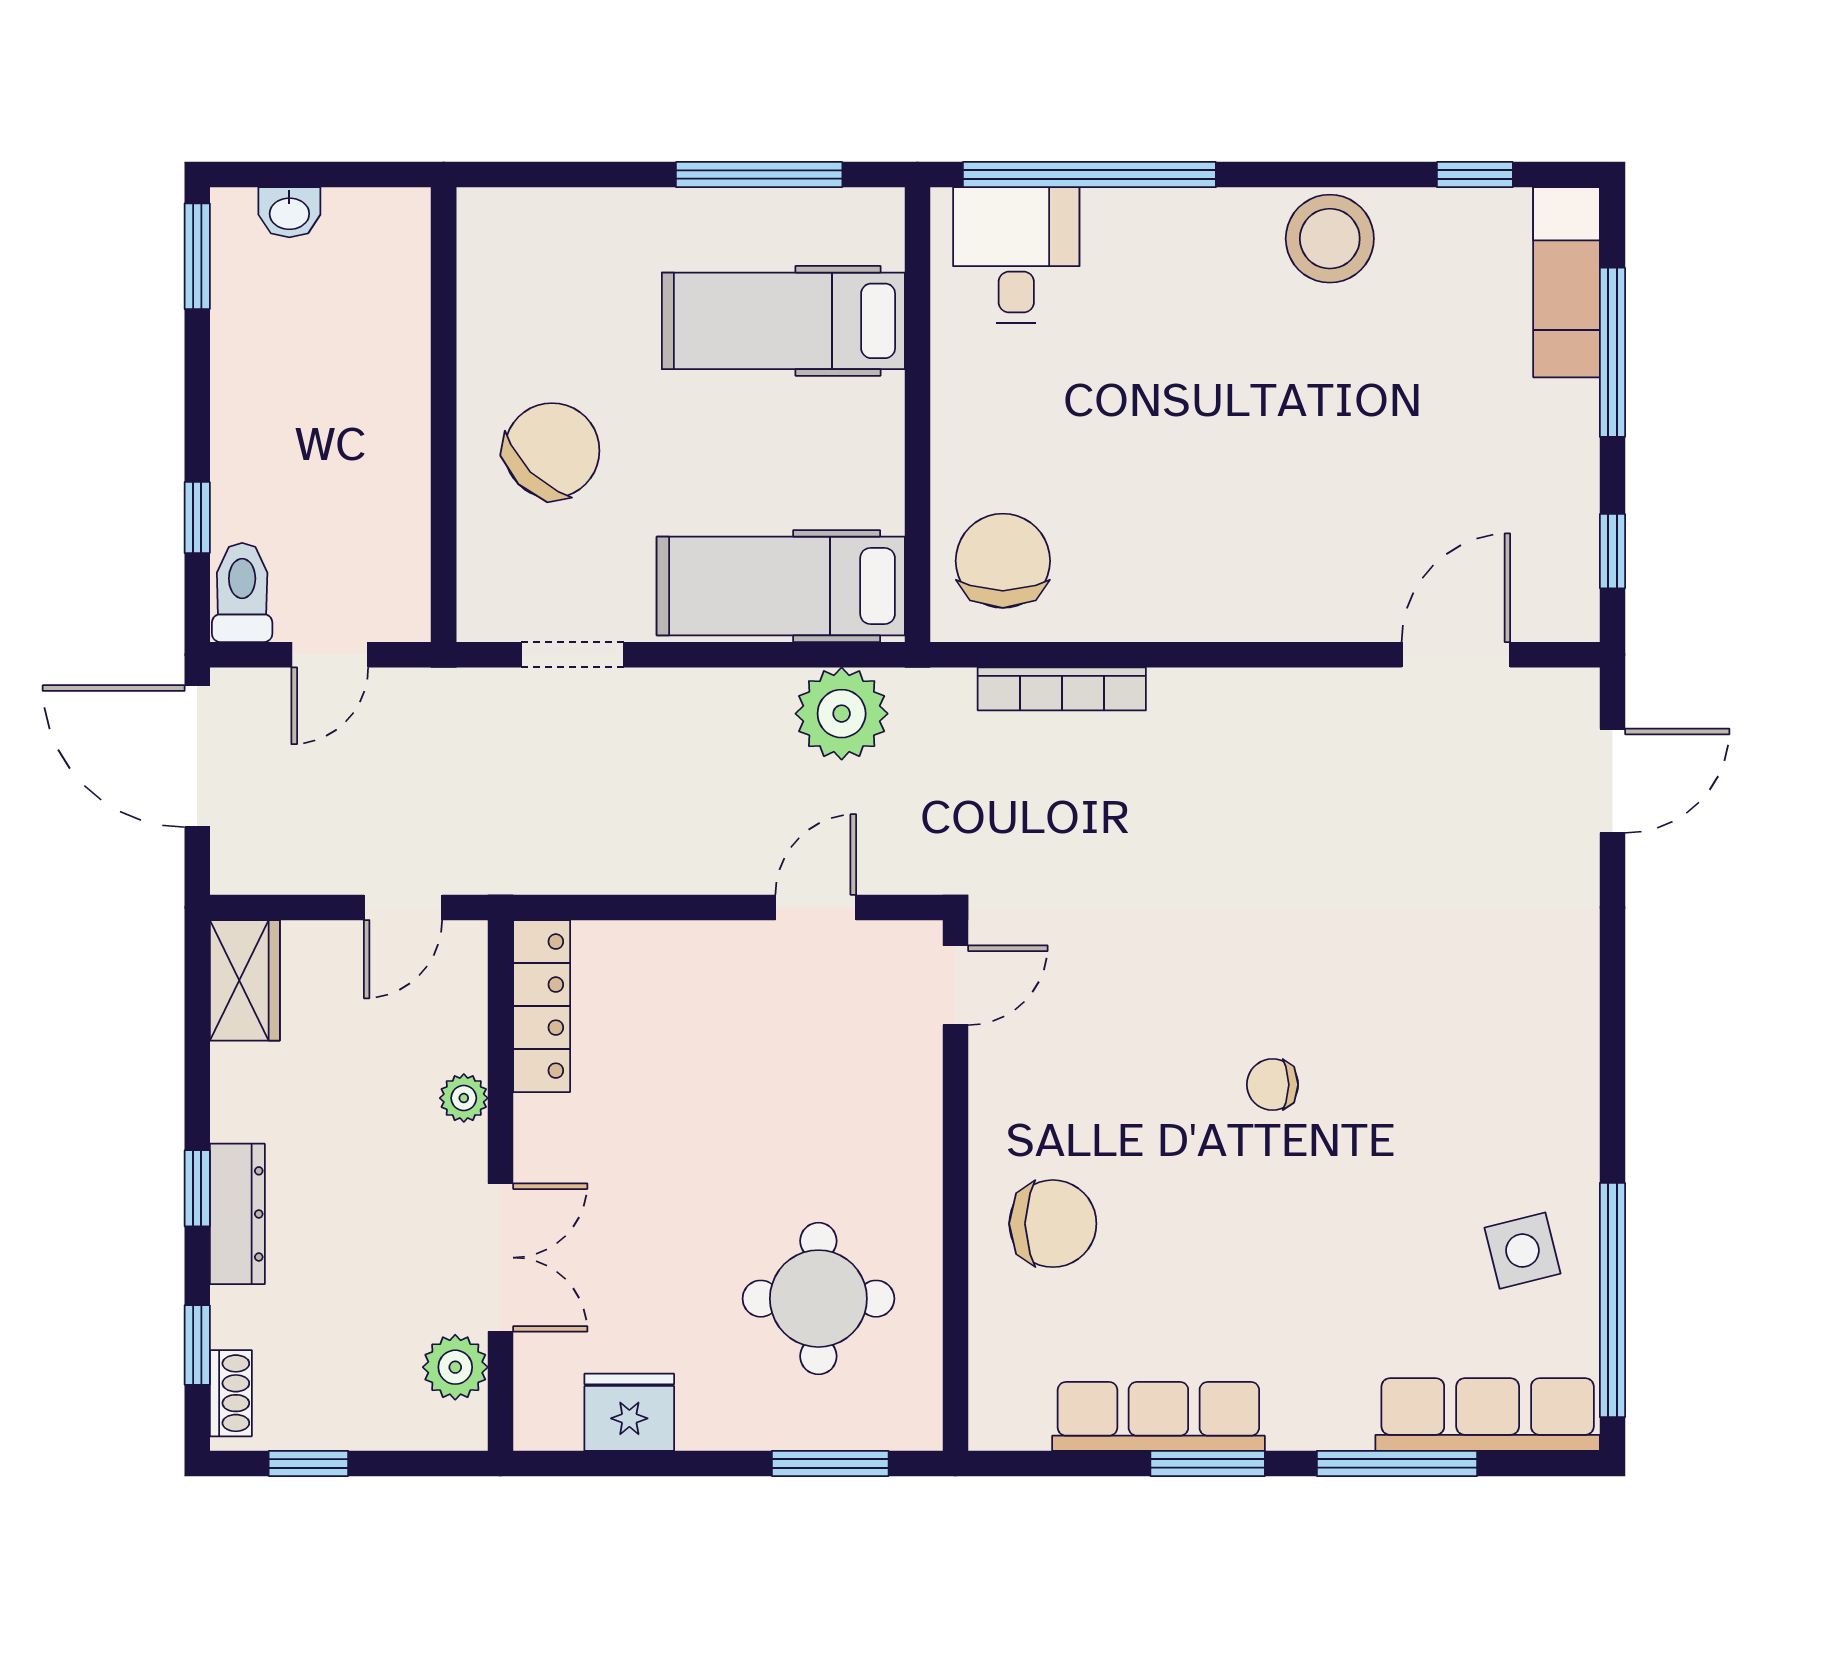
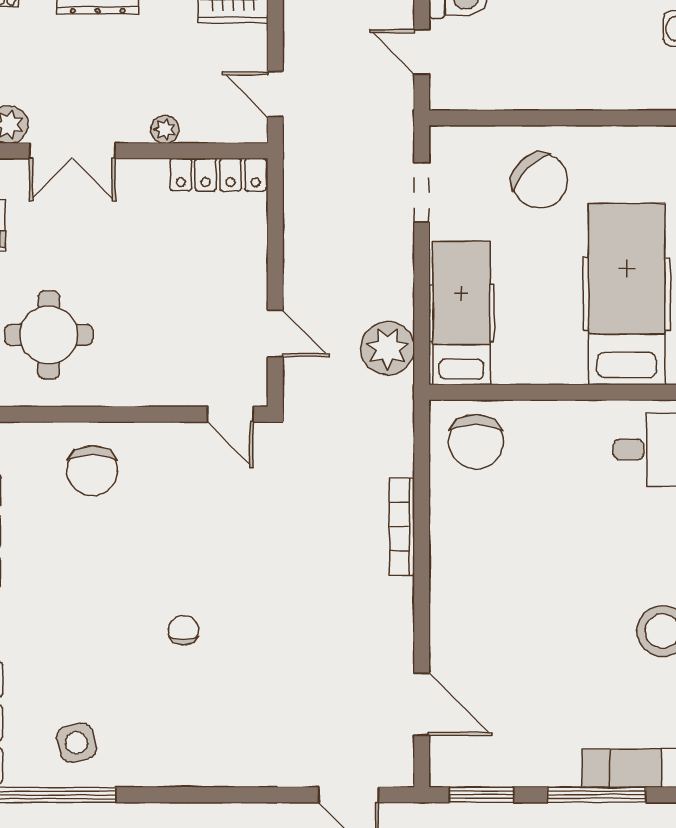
hospital bed: (783, 321) -> (627, 294), width x1.37, depth x1.29
window: (1612, 551) -> (482, 795), width x1.50
chair: (1003, 561) -> (476, 442), turned 90
bookcase: (1062, 689) -> (402, 527), moved
chair: (1272, 1085) -> (183, 630), moved

